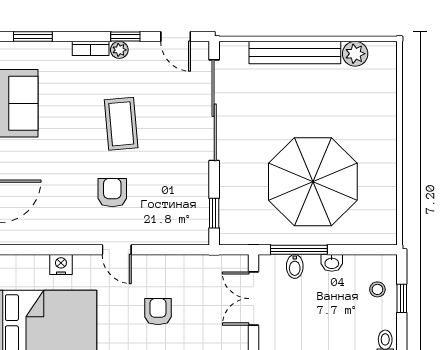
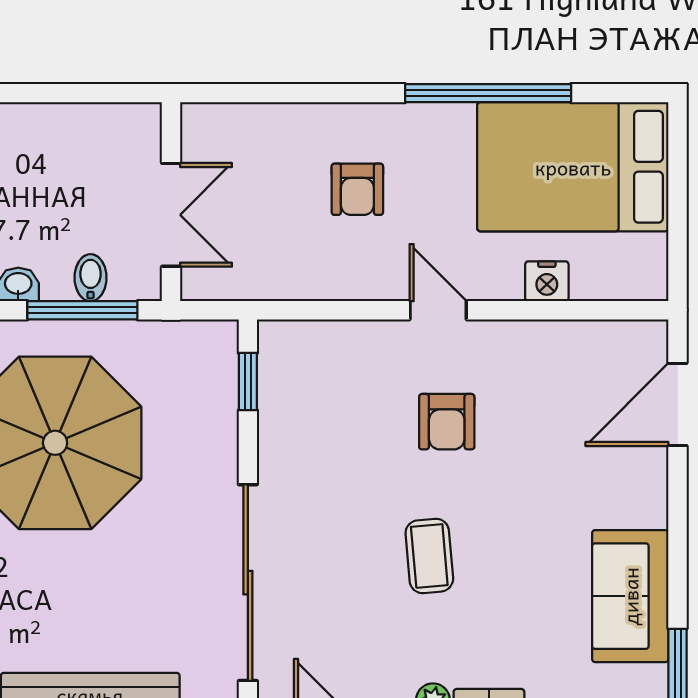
coffee table: (121, 124) -> (429, 556), width x0.73, depth x0.77

